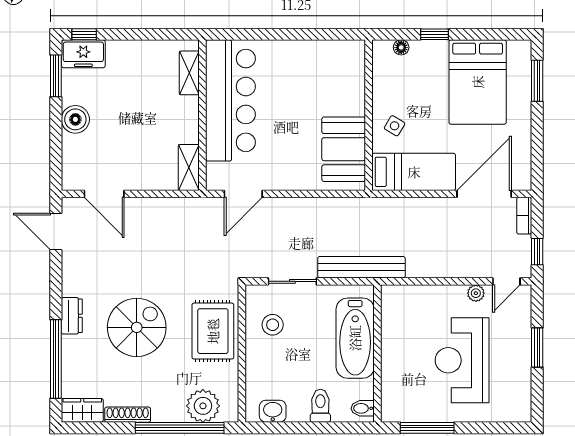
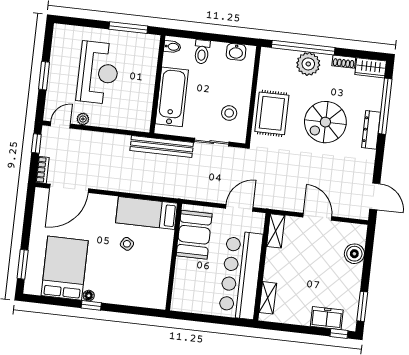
floor lamp: (401, 47) -> (89, 296), moved
freezer: (83, 54) -> (327, 318), moved
wall: (369, 115) -> (174, 257), moved
boiler: (75, 119) -> (354, 254), moved
booth: (344, 149) -> (194, 235), moved
bed: (414, 172) -> (146, 213), moved
door: (104, 194) -> (317, 217), moved
dresser: (72, 316) -> (371, 130), width x1.44
plant: (203, 406) -> (308, 64), moved
shoe rack: (128, 415) -> (344, 62), width x0.70

